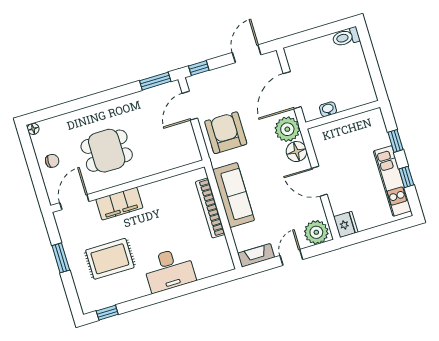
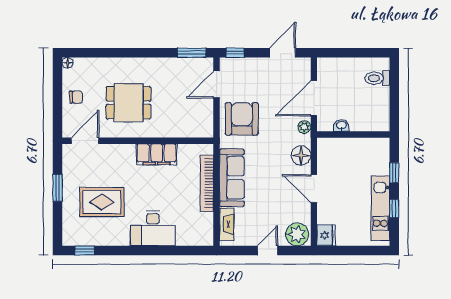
toilet: (346, 37) -> (377, 78), moved
plant: (287, 129) -> (304, 127), width x0.53, depth x0.53
filing cabinet: (119, 204) -> (157, 154), moved
fireplace: (256, 255) -> (227, 224), moved, turned 90

